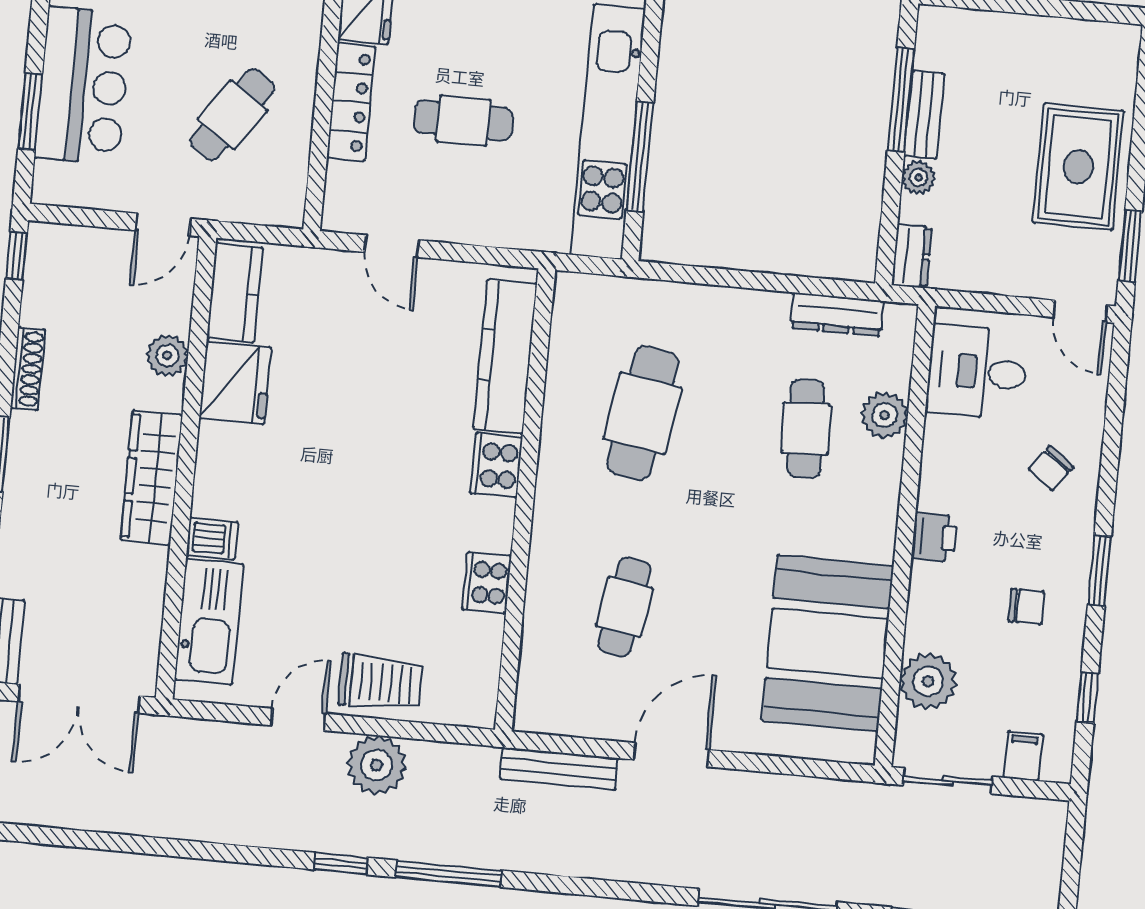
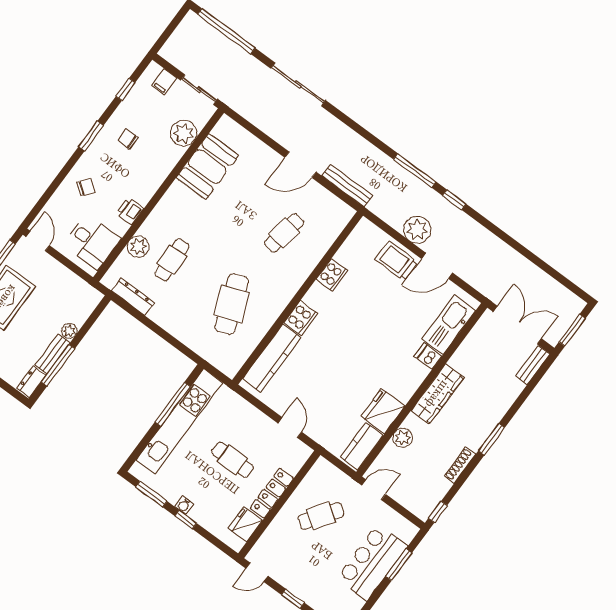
dresser: (912, 256) -> (31, 382), moved
cafe table: (643, 413) -> (232, 304), turned -30
printer: (934, 537) -> (130, 211), moved
booth: (828, 643) -> (207, 167), width x0.73, depth x0.70
door: (298, 719) -> (437, 266), width x1.38

